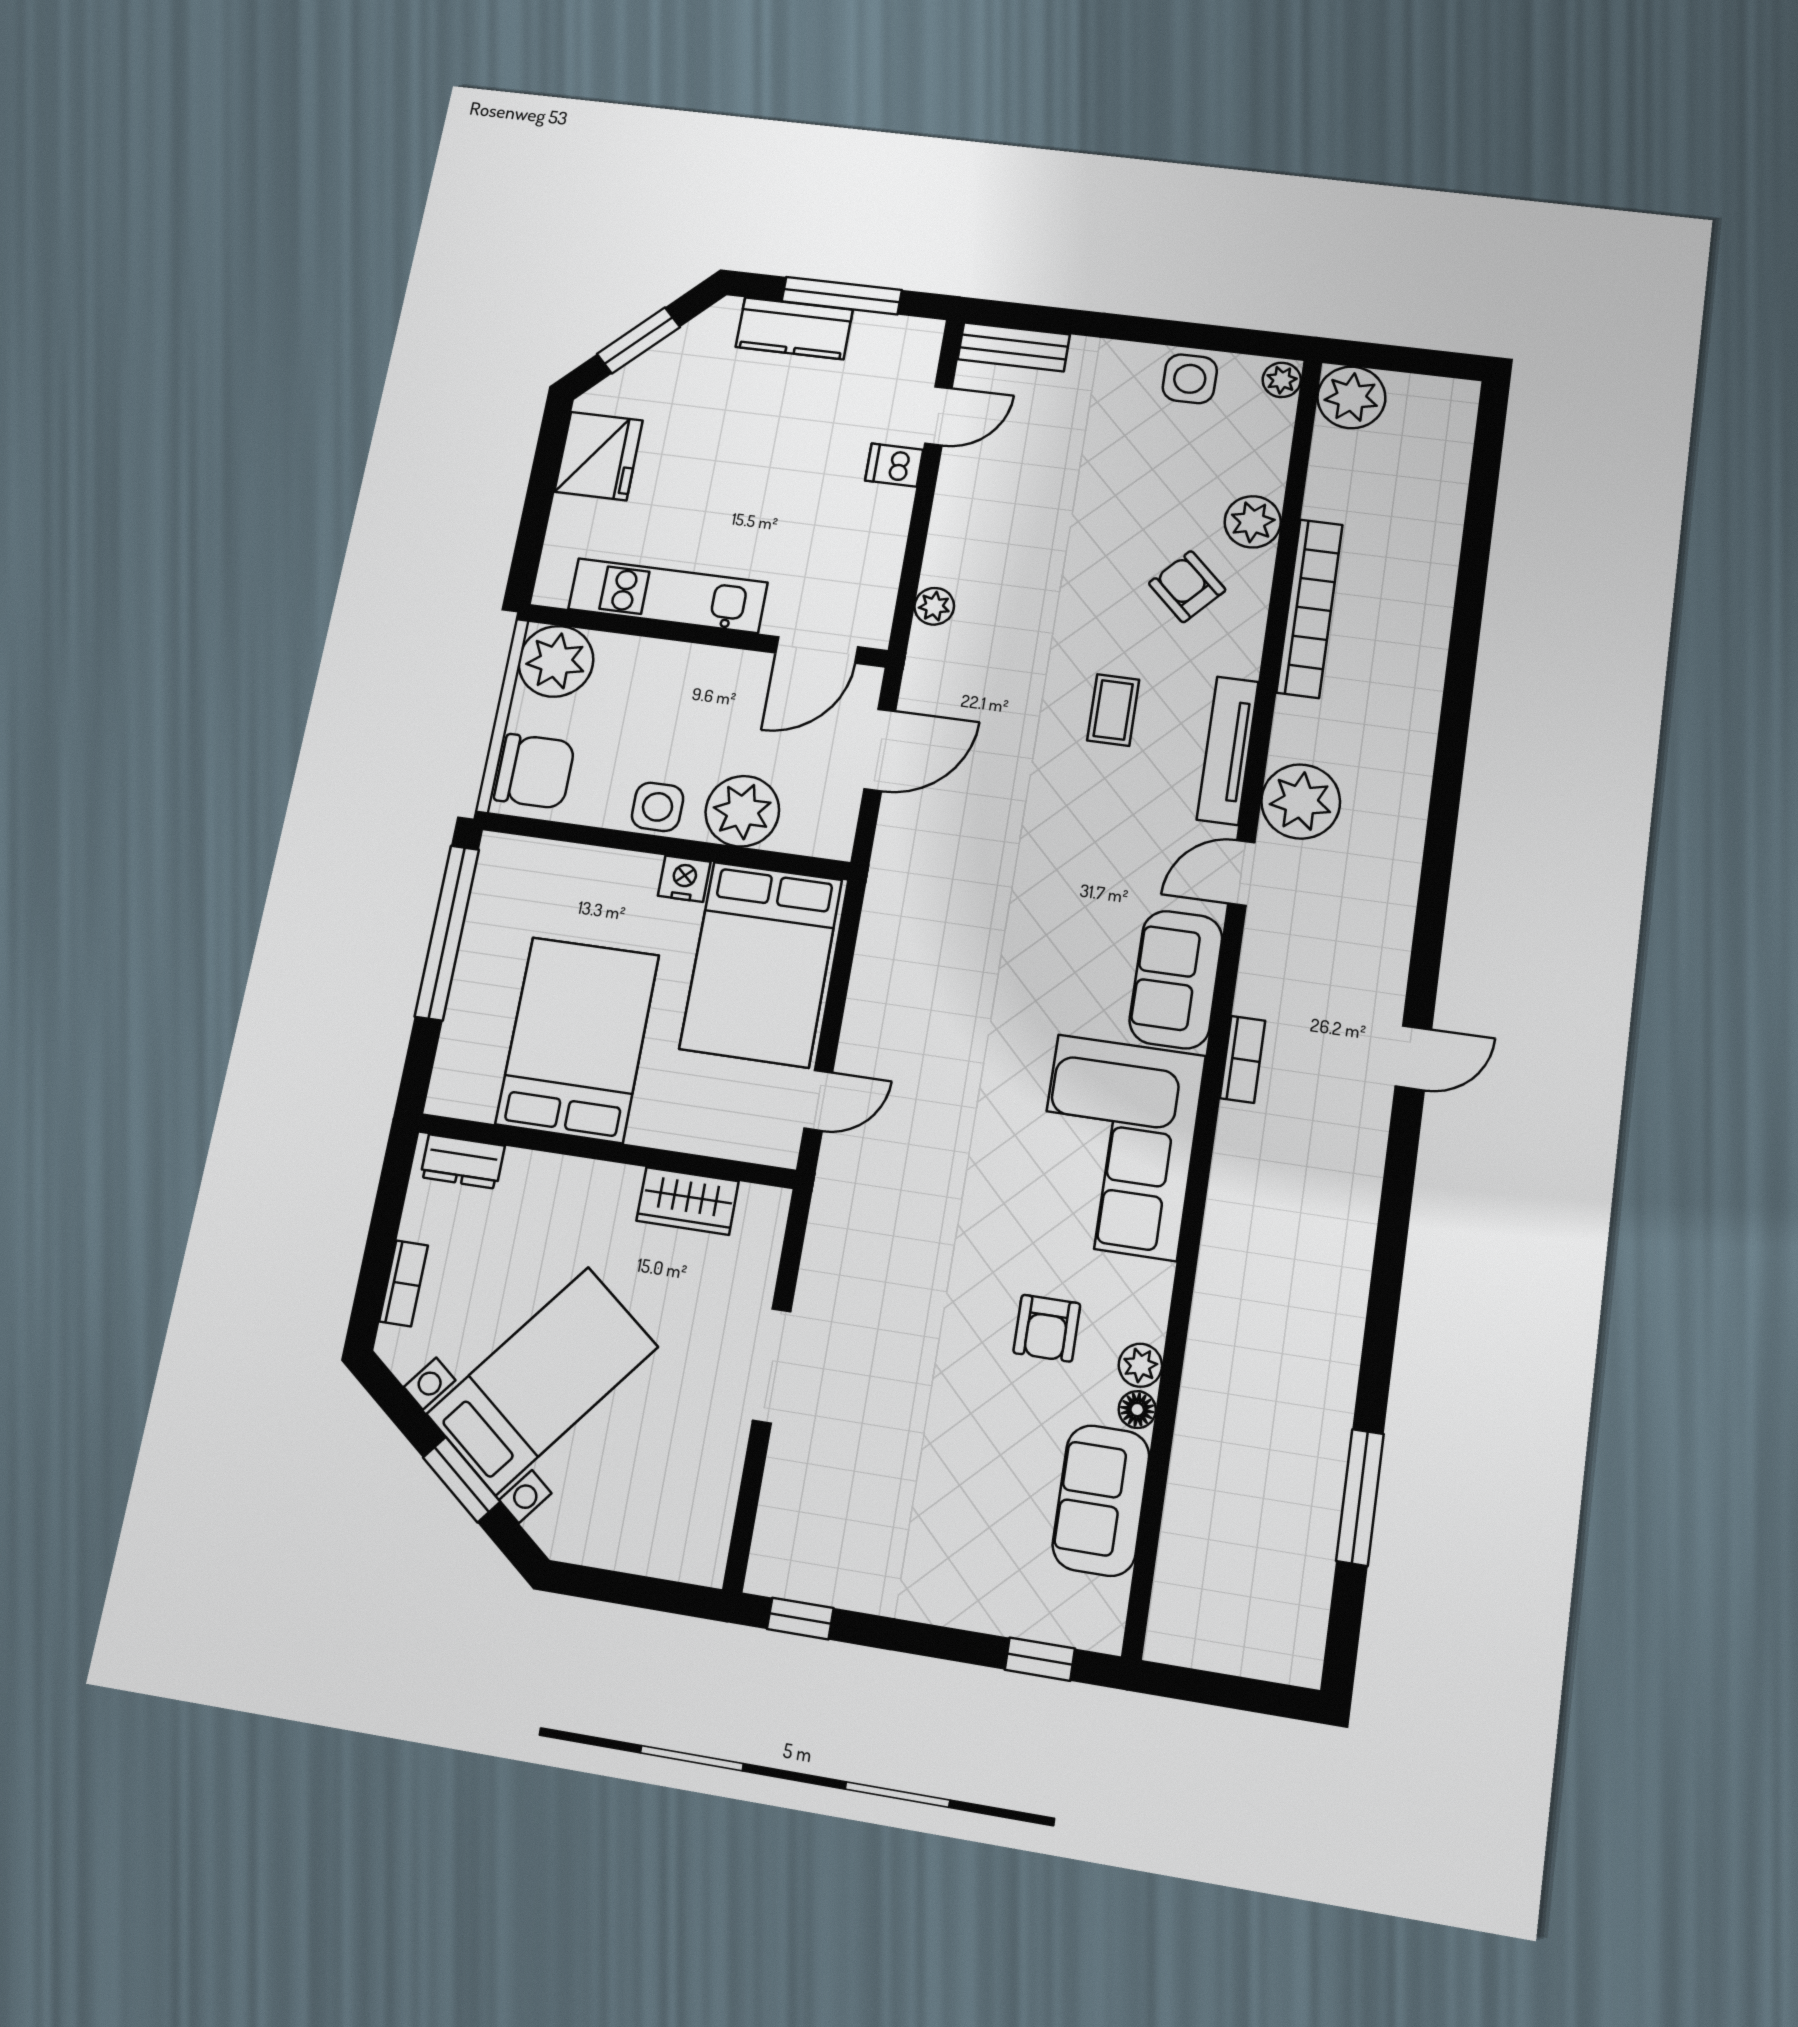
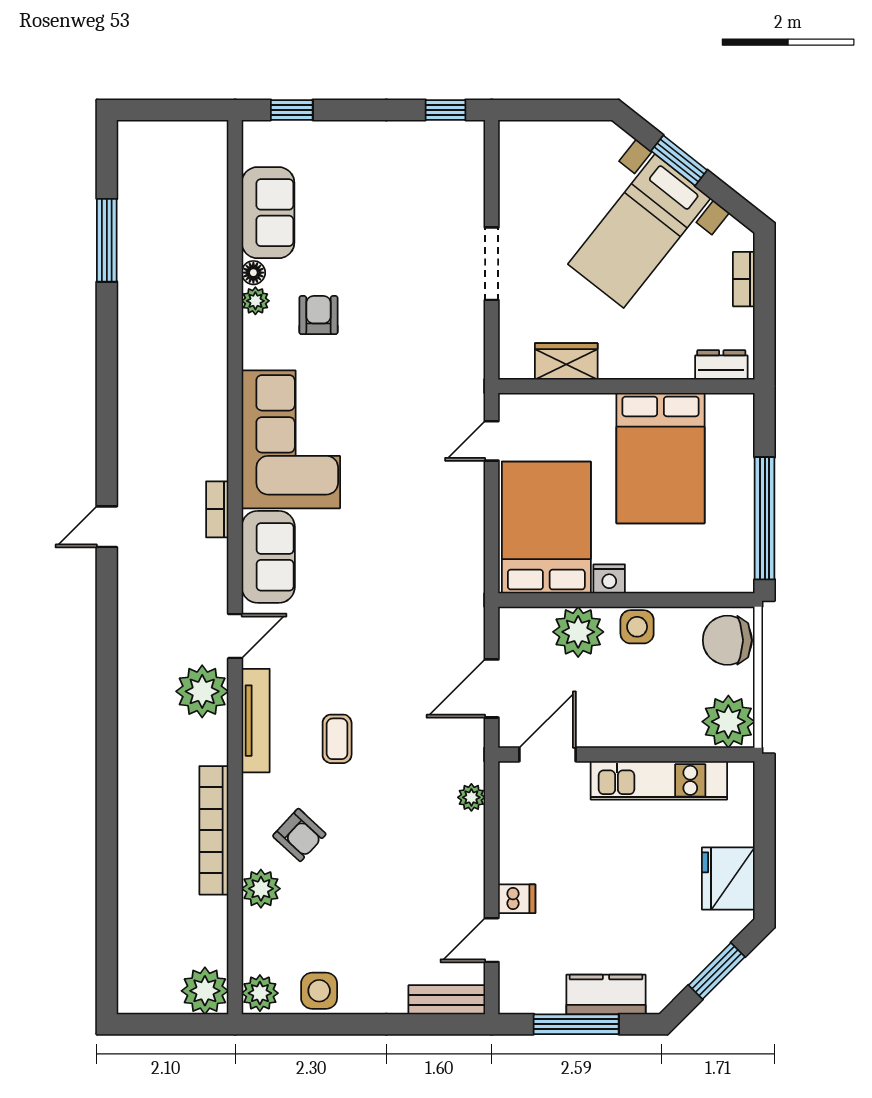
plant: (1282, 380) -> (260, 993), width x1.38, depth x1.38

